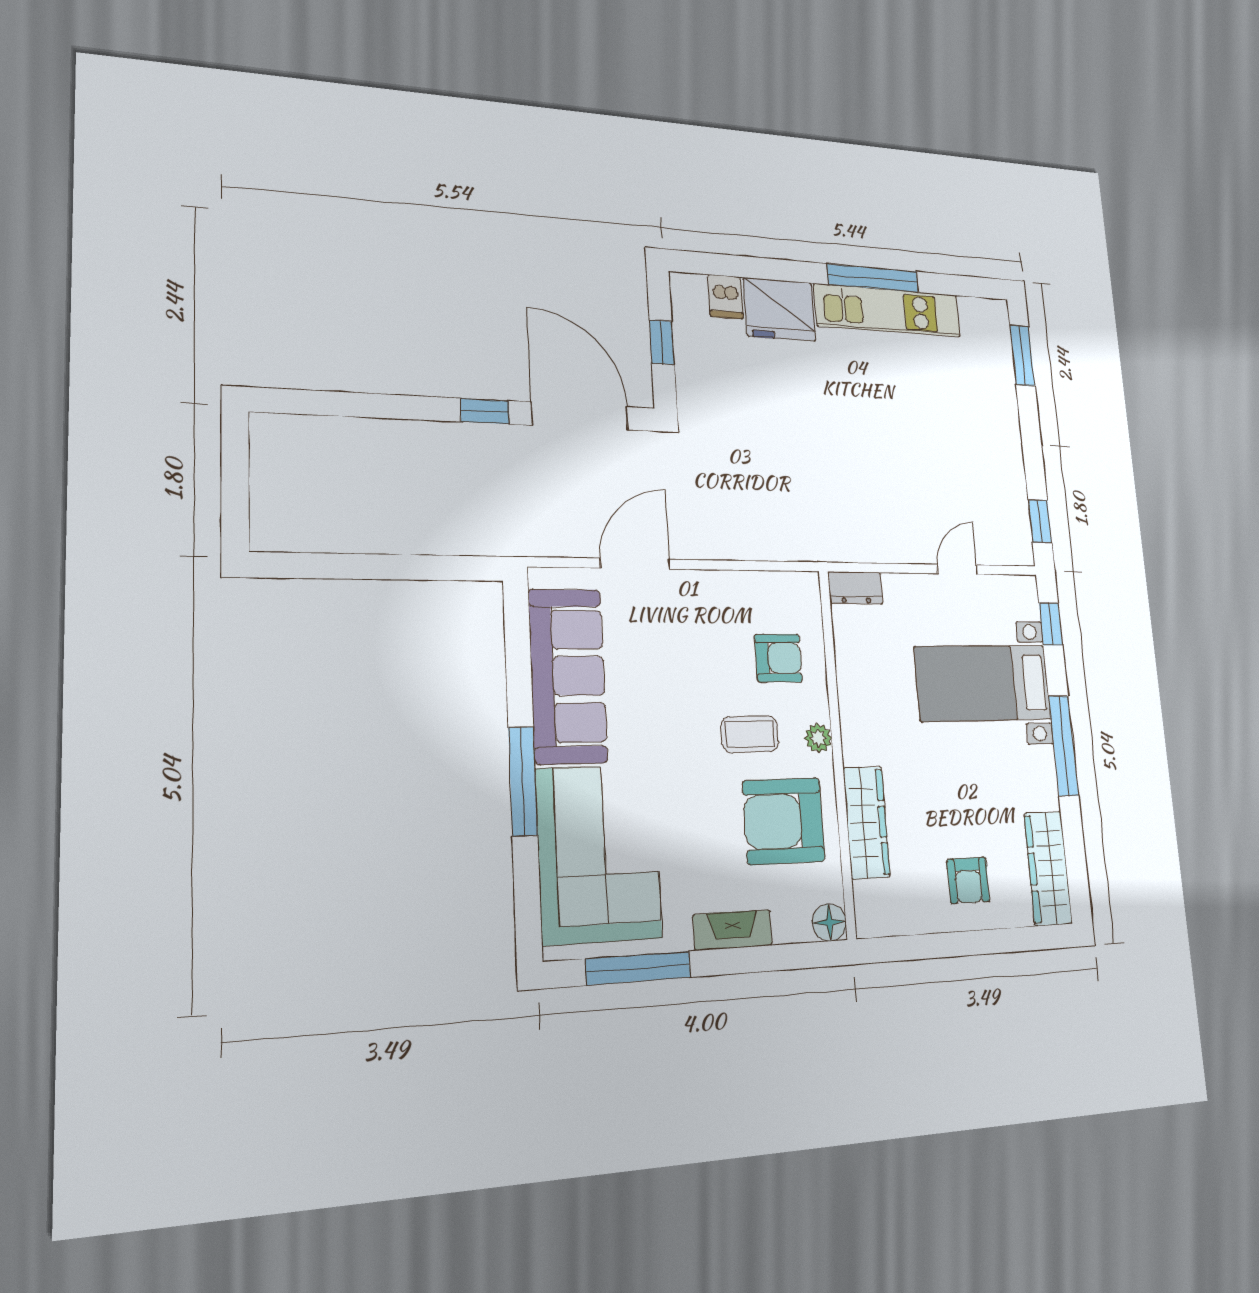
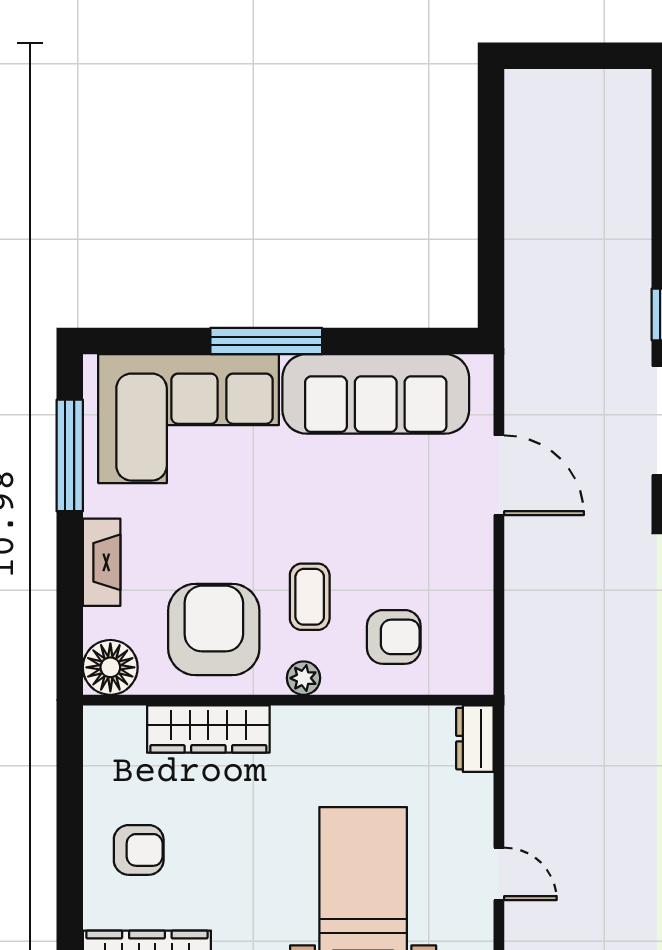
armchair: (778, 658) -> (394, 637), turned -90
armchair: (968, 880) -> (139, 850), turned 180
floor lamp: (829, 922) -> (110, 667), width x1.38, depth x1.38

